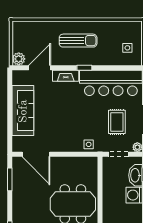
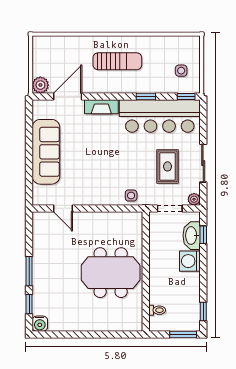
window: (84, 68) -> (146, 96), moved
window: (131, 68) -> (186, 96), added
door: (36, 154) -> (63, 208), width x0.53
window: (10, 179) -> (29, 271), moved

